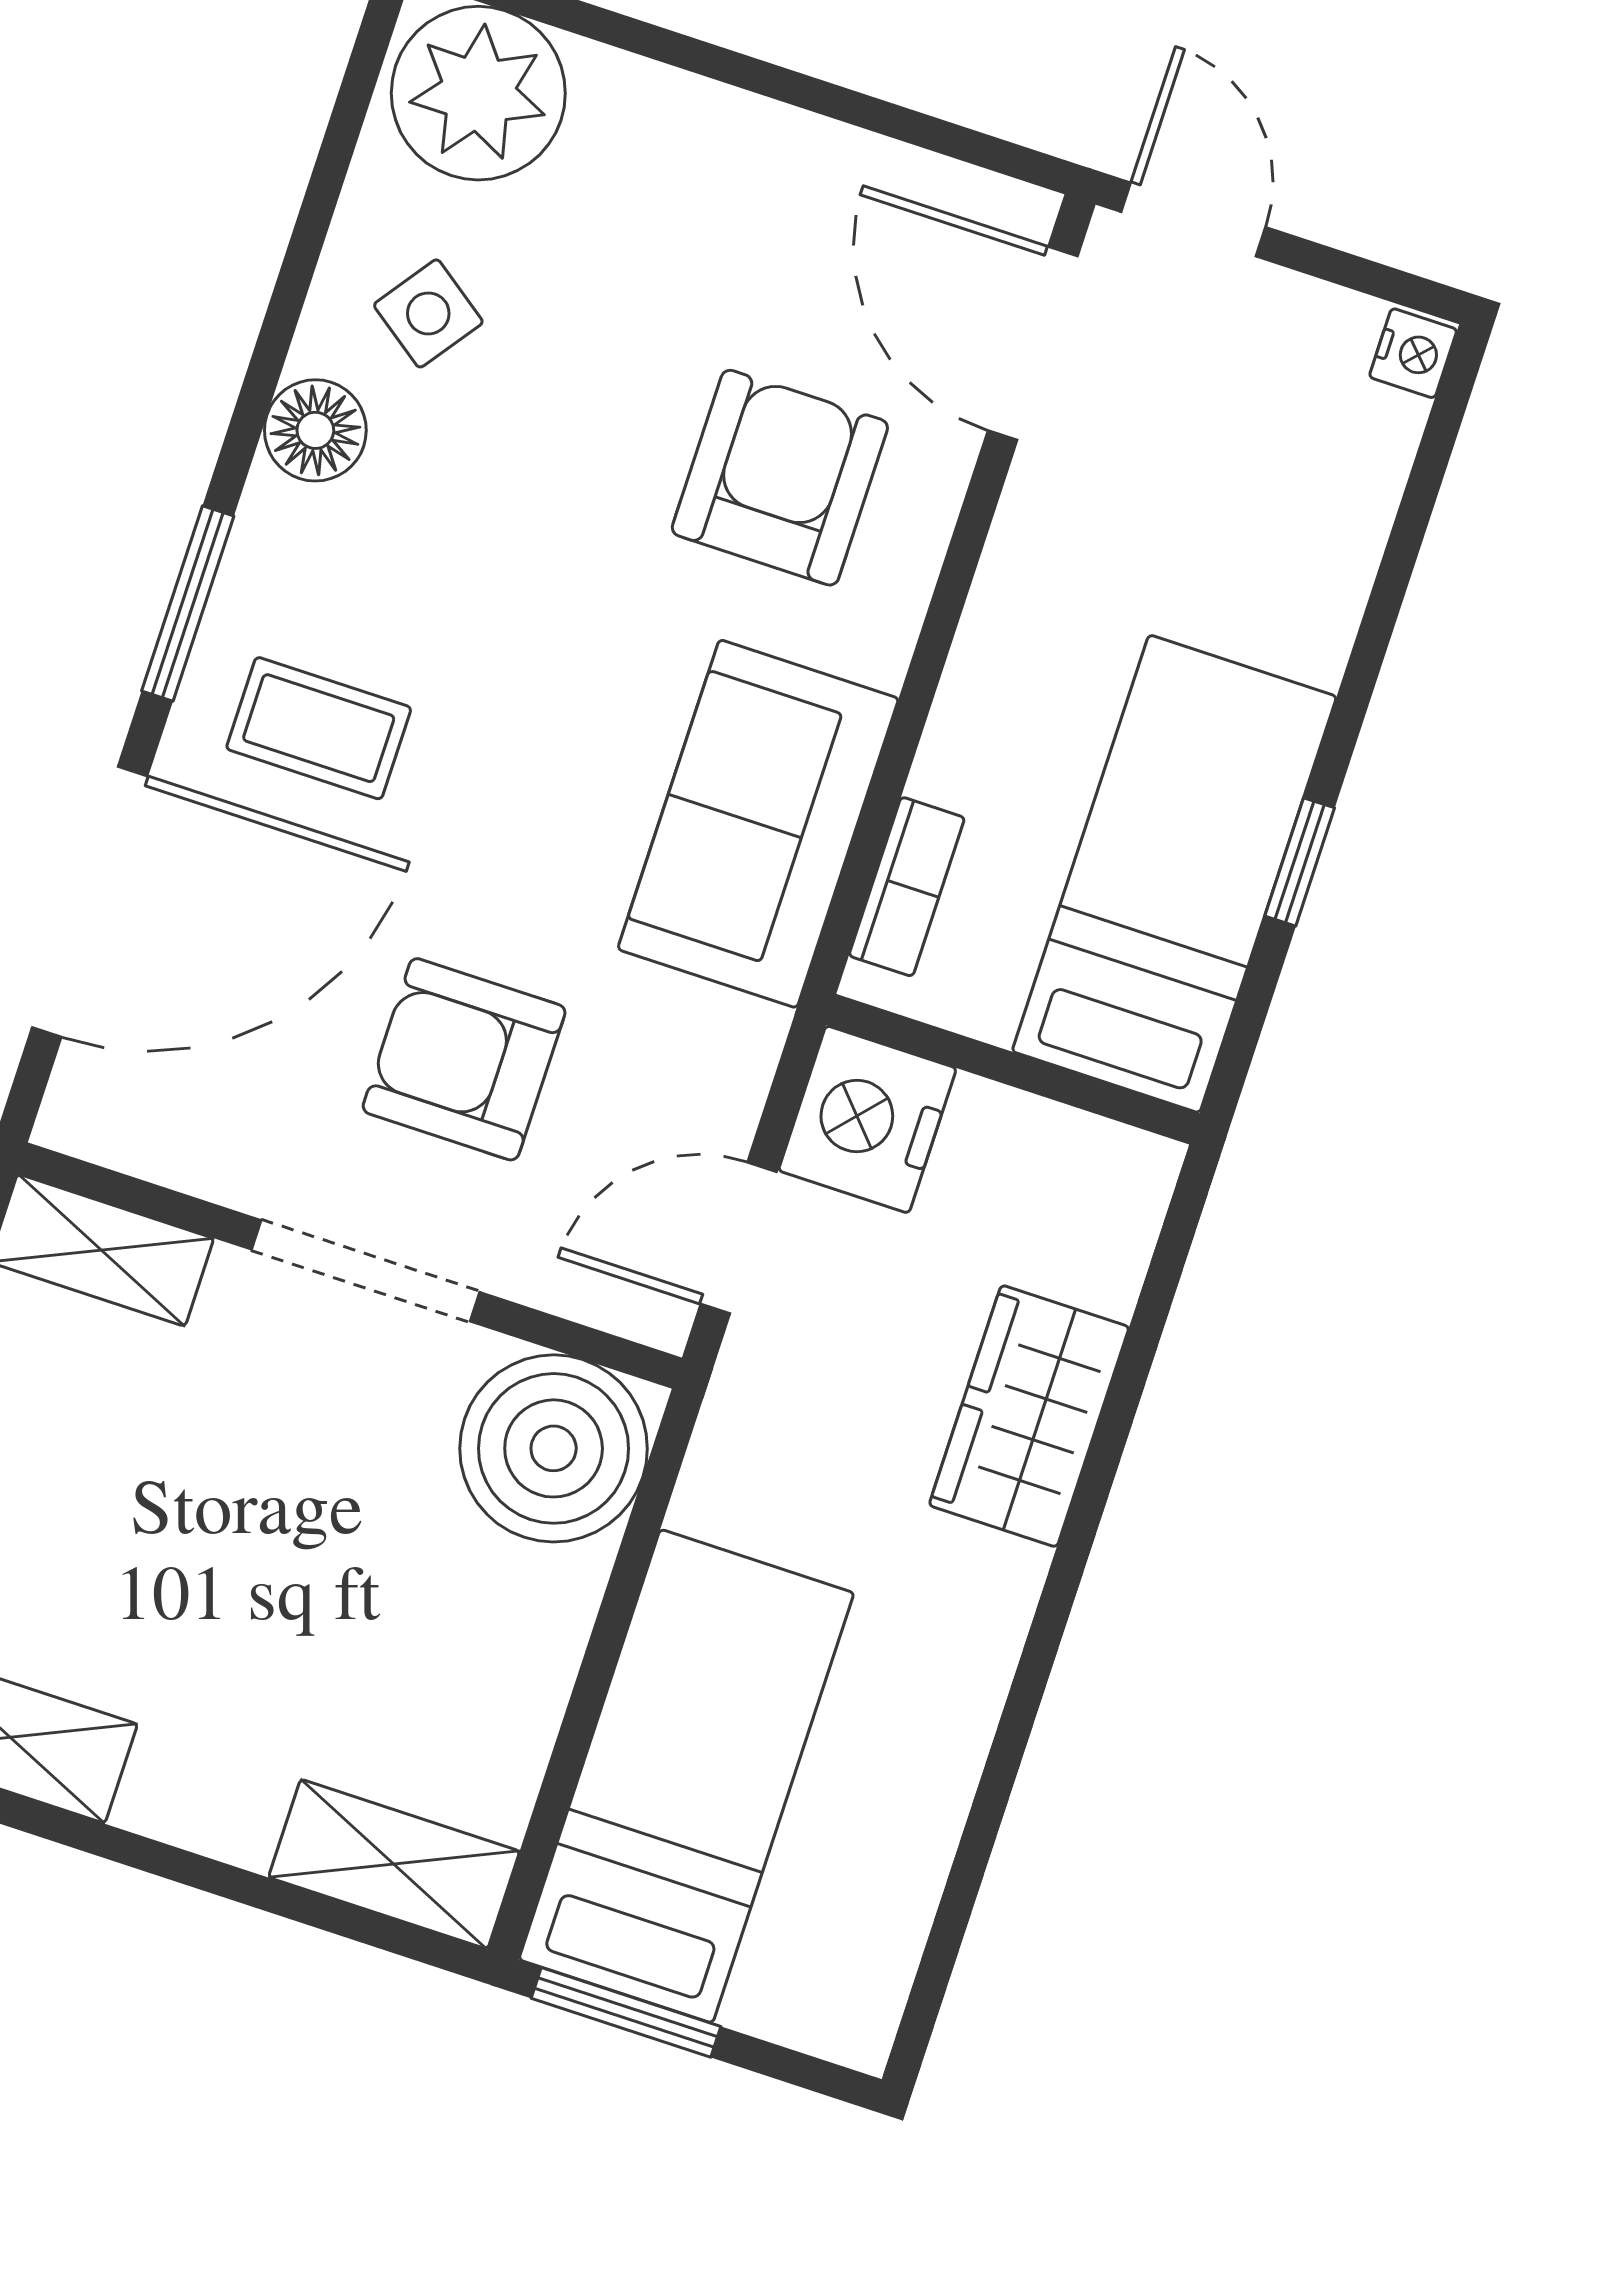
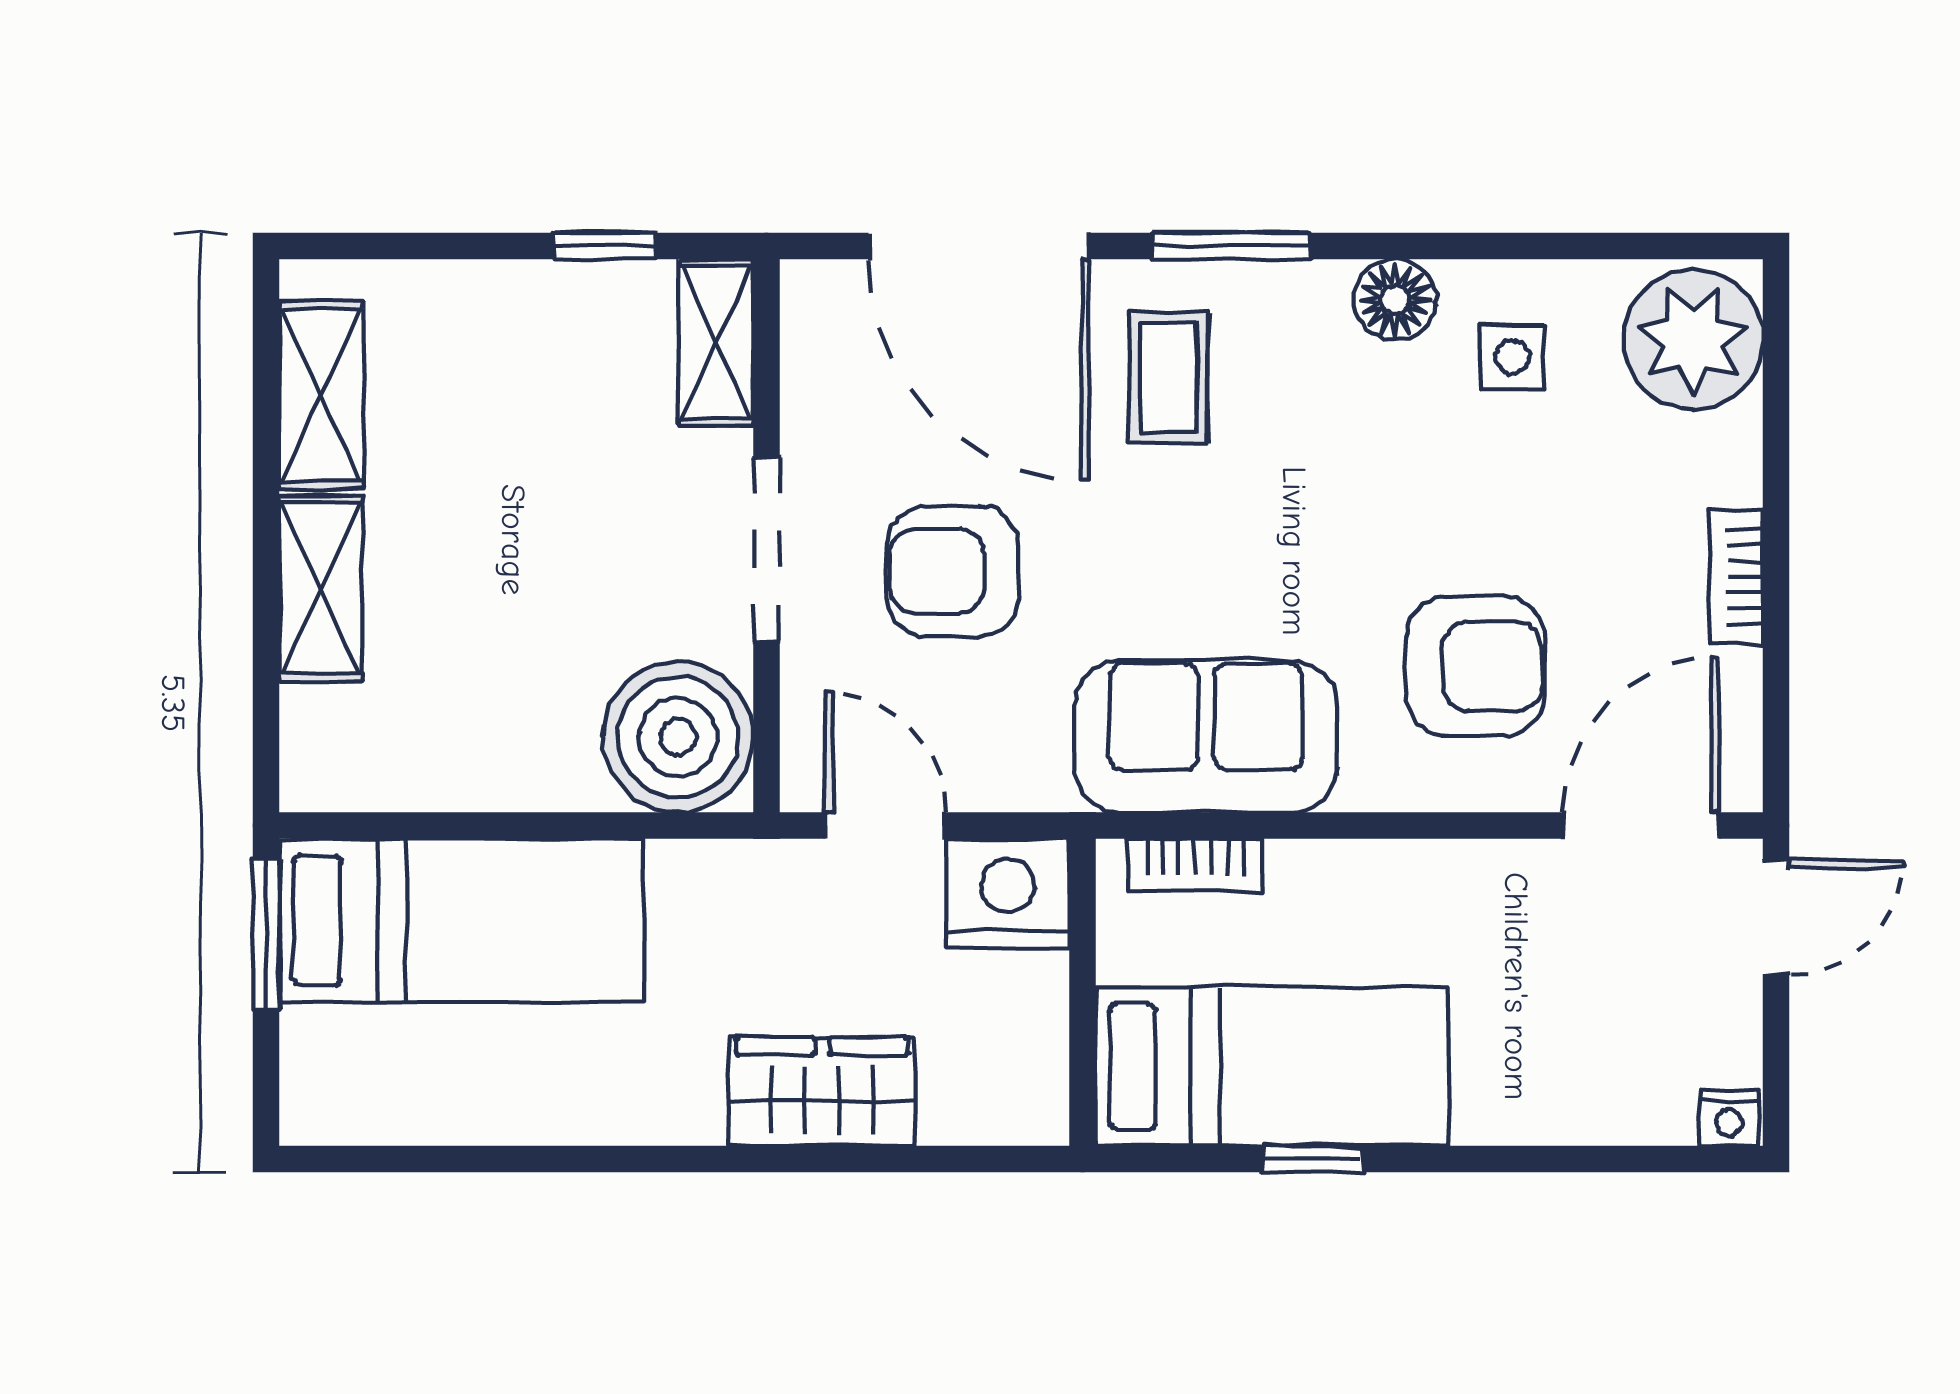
bookcase: (775, 134) -> (1736, 576), added
side table: (428, 313) -> (1512, 357), turned -36
armchair: (464, 1059) -> (952, 571), turned -90
shelving: (394, 1864) -> (321, 589), moved

